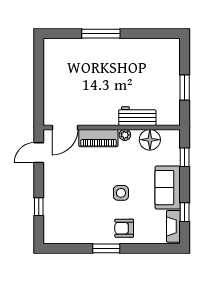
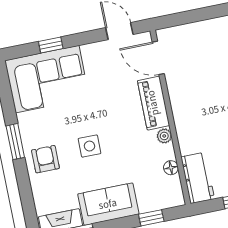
workbench: (137, 116) -> (198, 178), moved
floor lamp: (150, 140) -> (171, 168), width x0.53, depth x0.53
corner sofa: (64, 215) -> (47, 79), added

